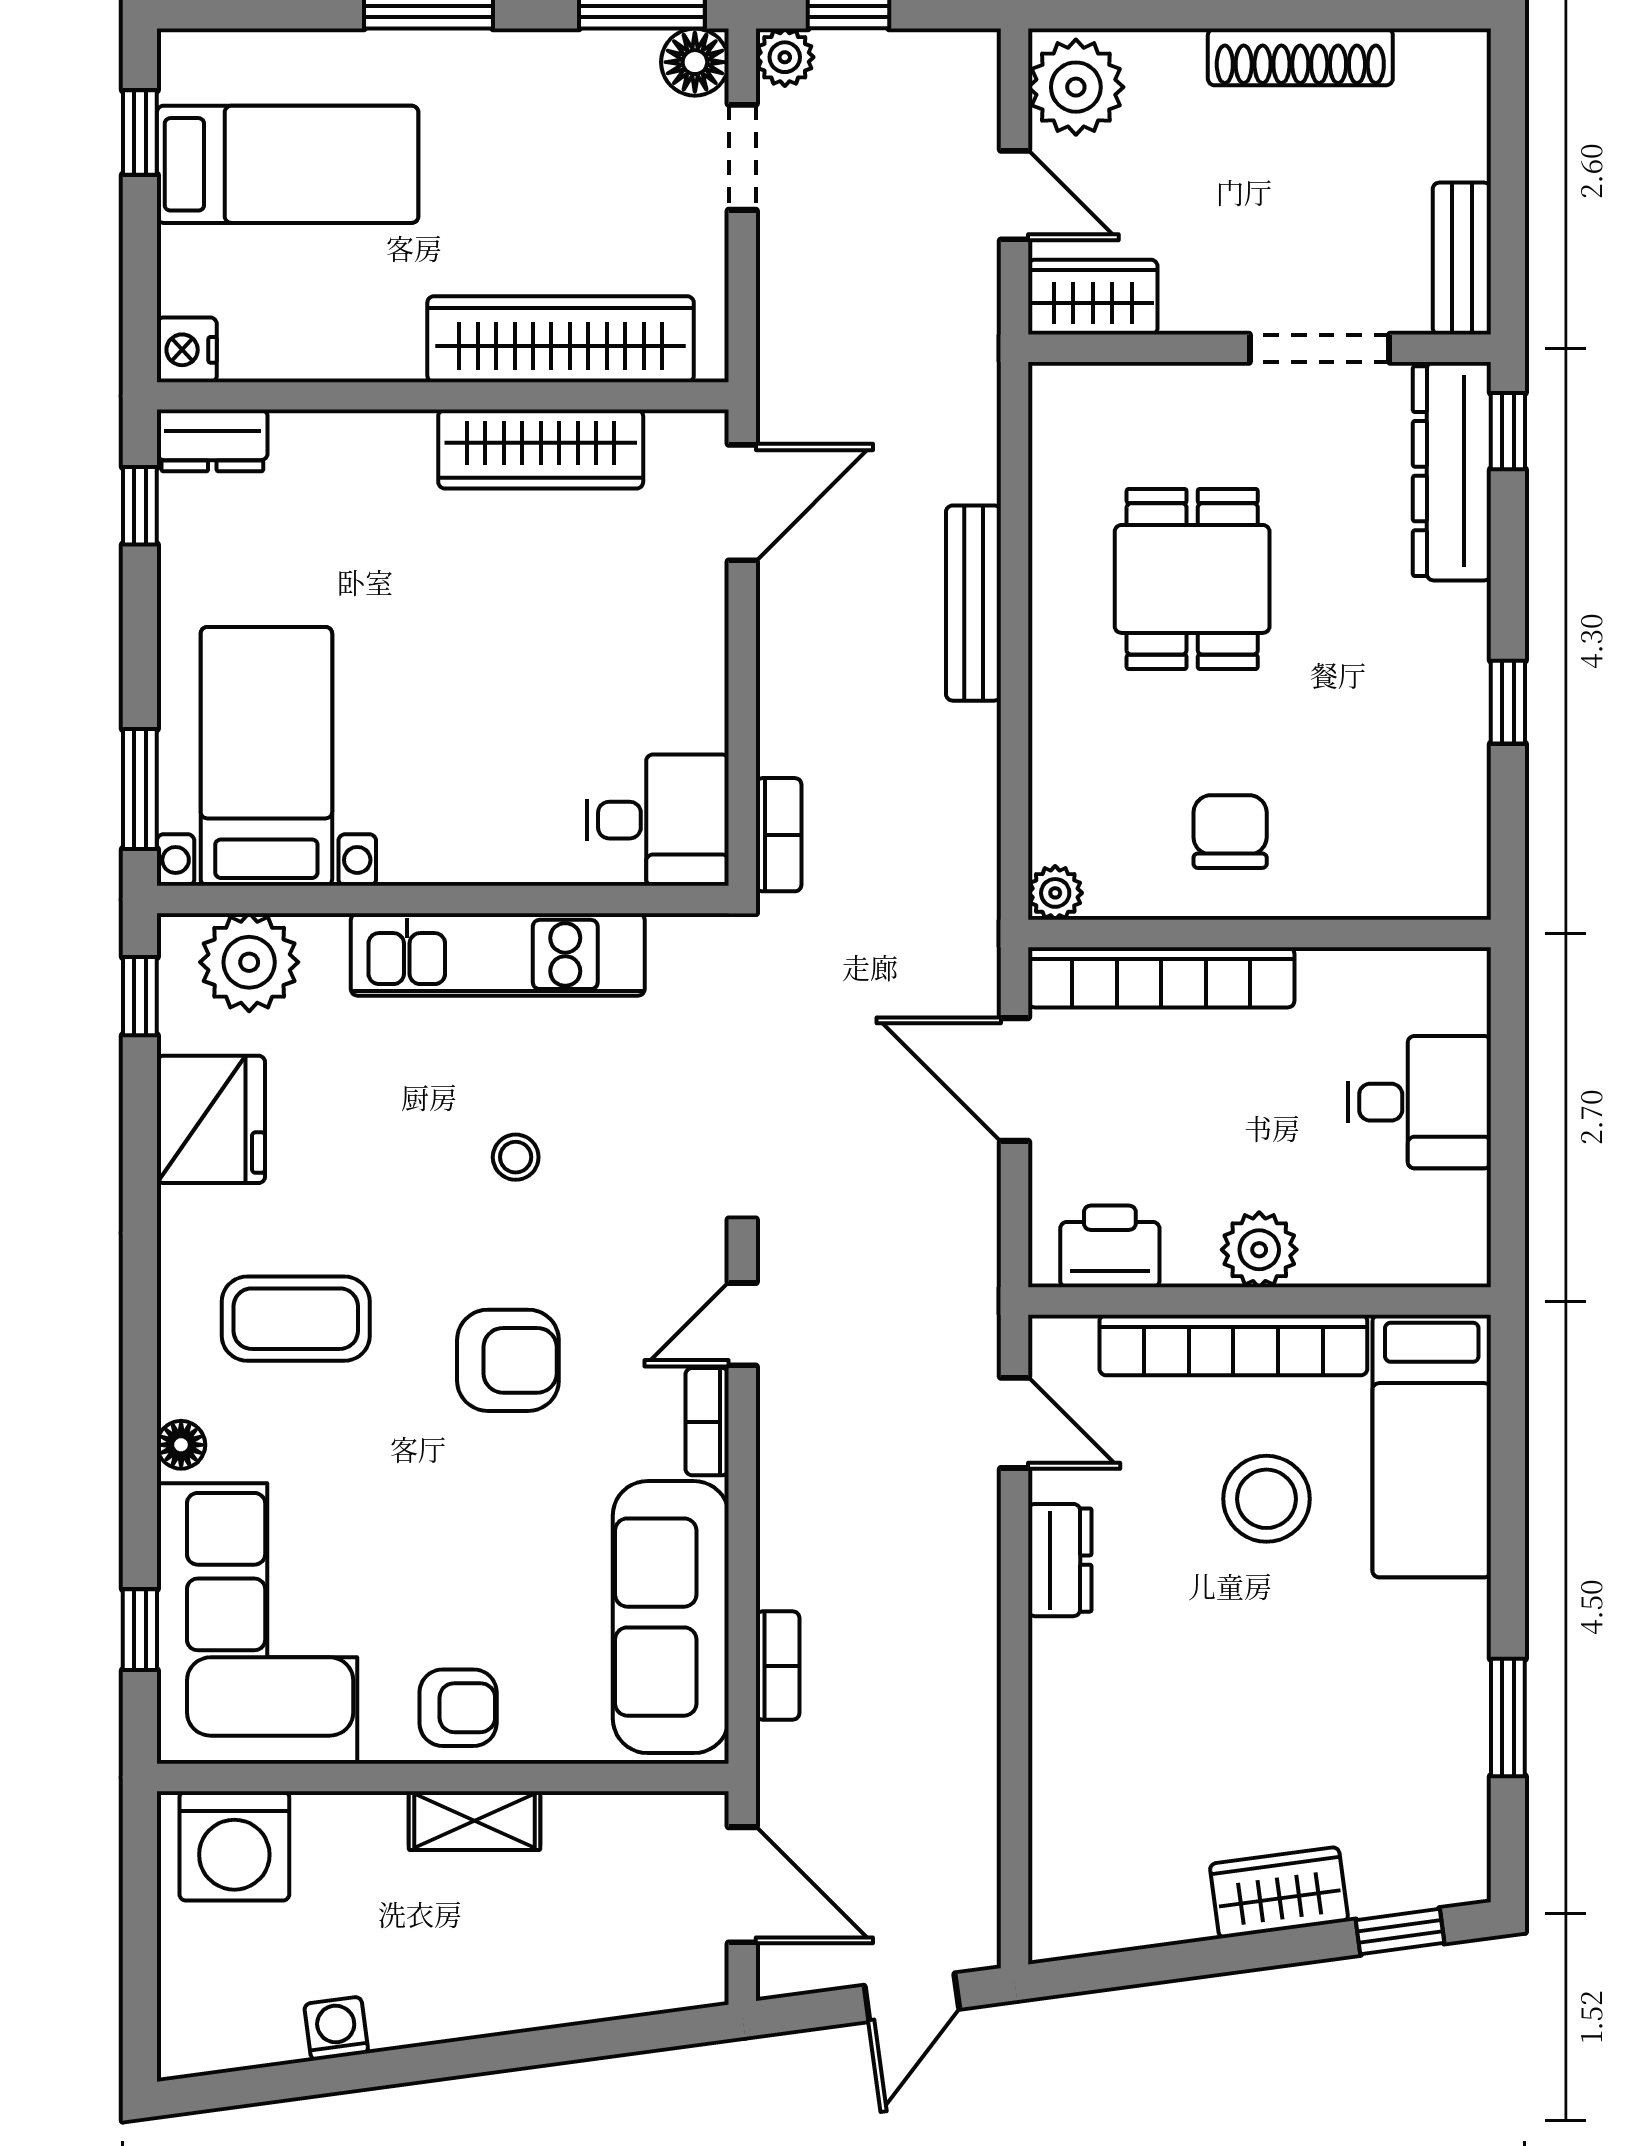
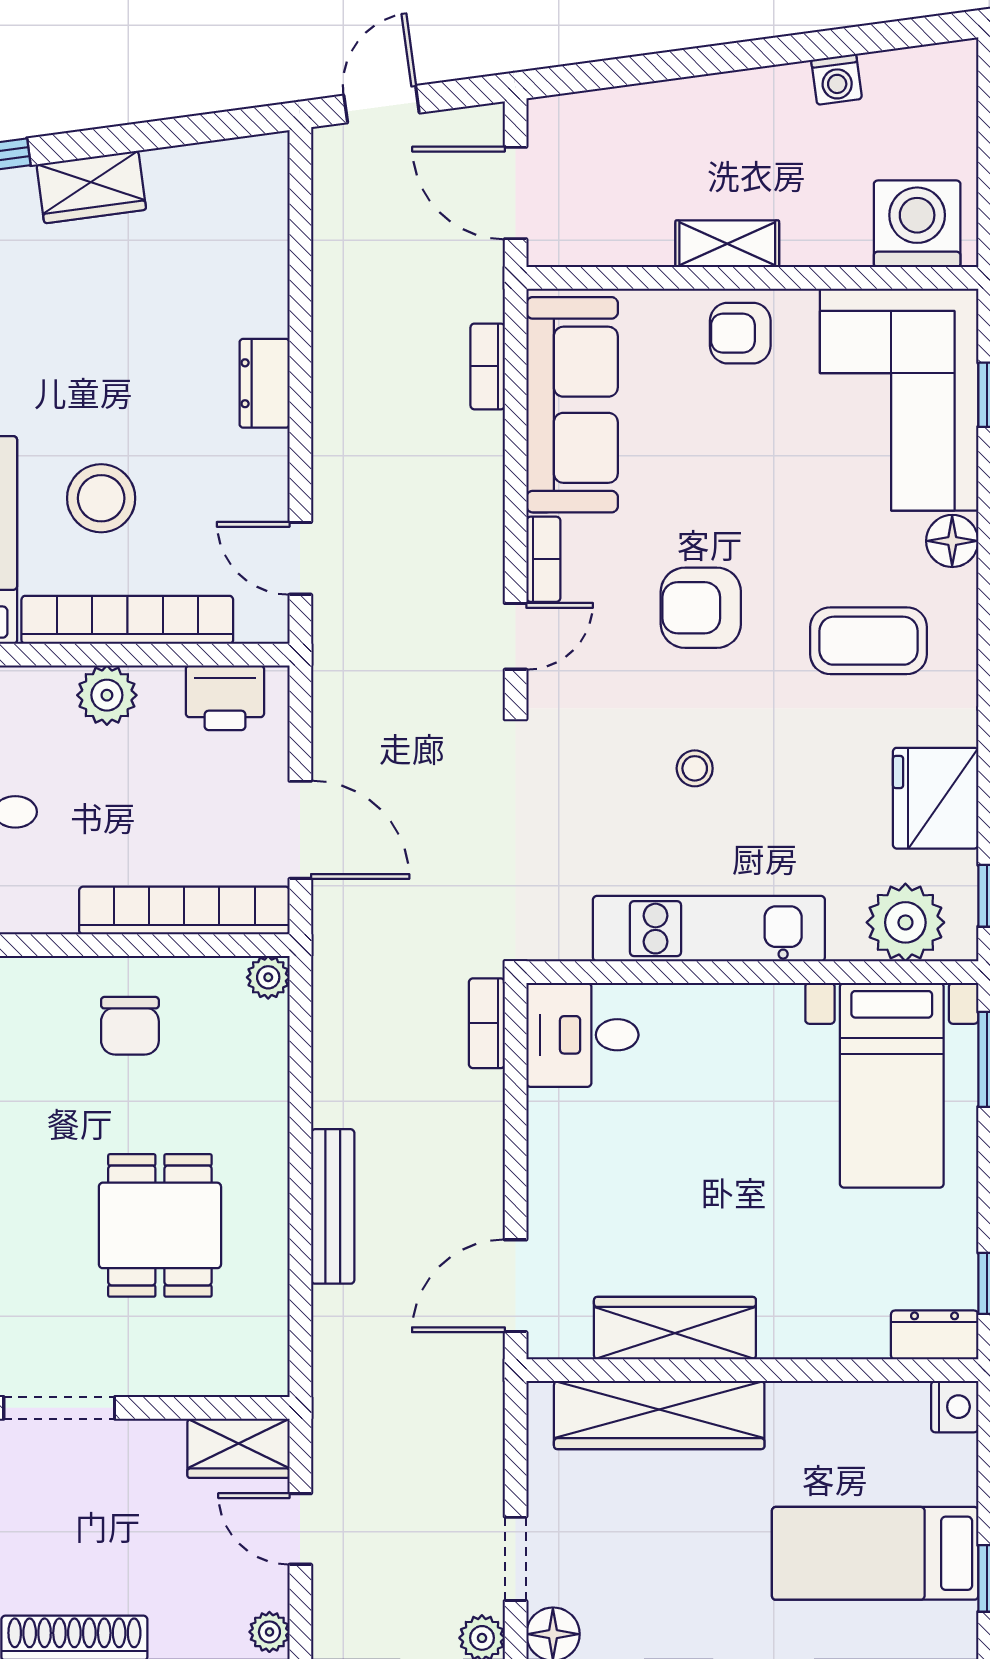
plant: (1076, 87) -> (269, 1632), width x0.53, depth x0.53
floor lamp: (181, 1445) -> (952, 541), width x1.37, depth x1.37
dresser: (1060, 1560) -> (265, 383), moved

